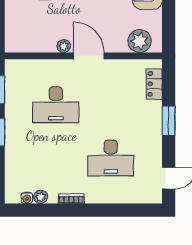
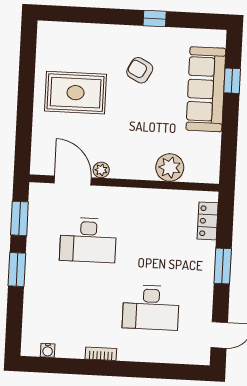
plant: (140, 41) -> (170, 167), moved
door: (89, 56) -> (73, 180), moved
plant: (41, 197) -> (64, 350), removed

